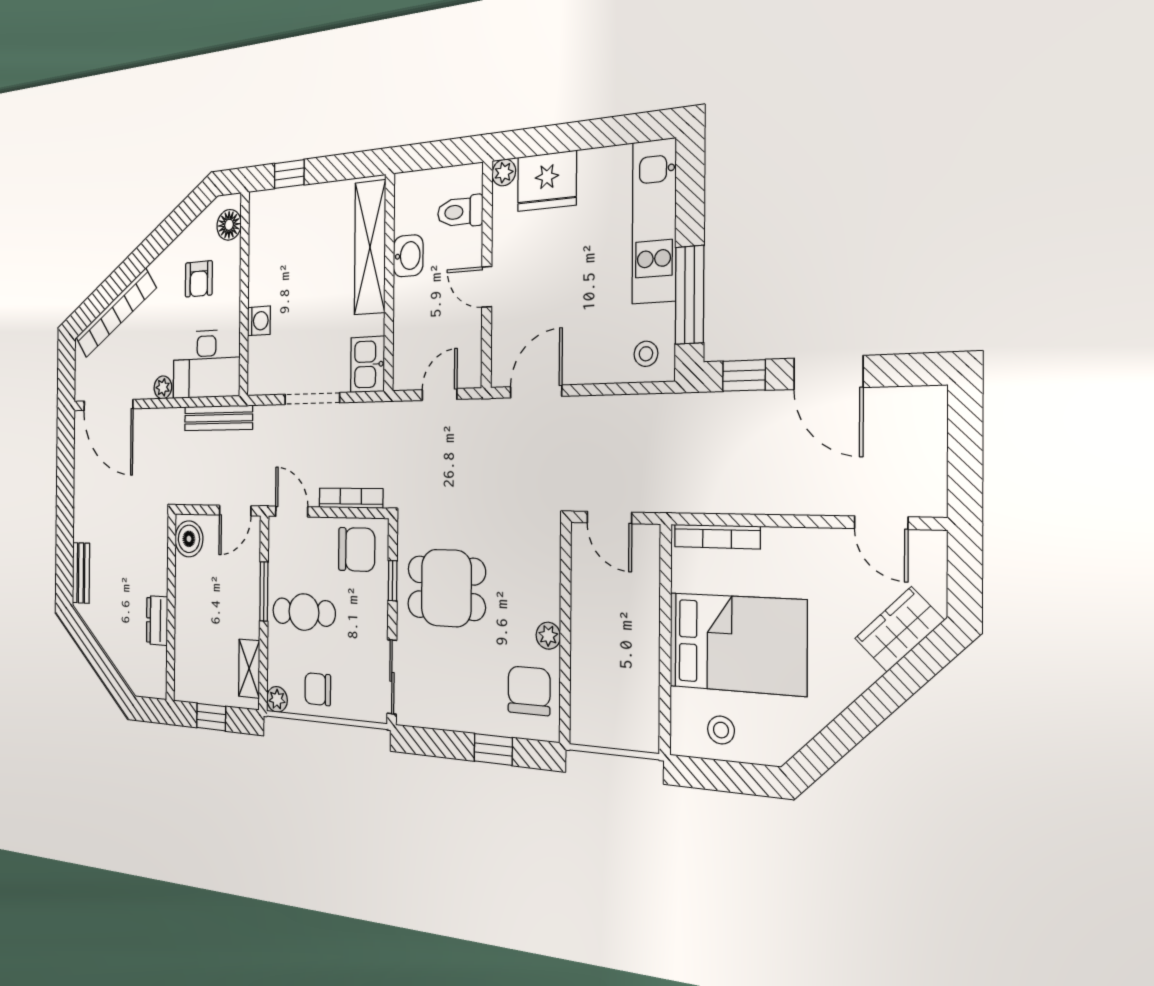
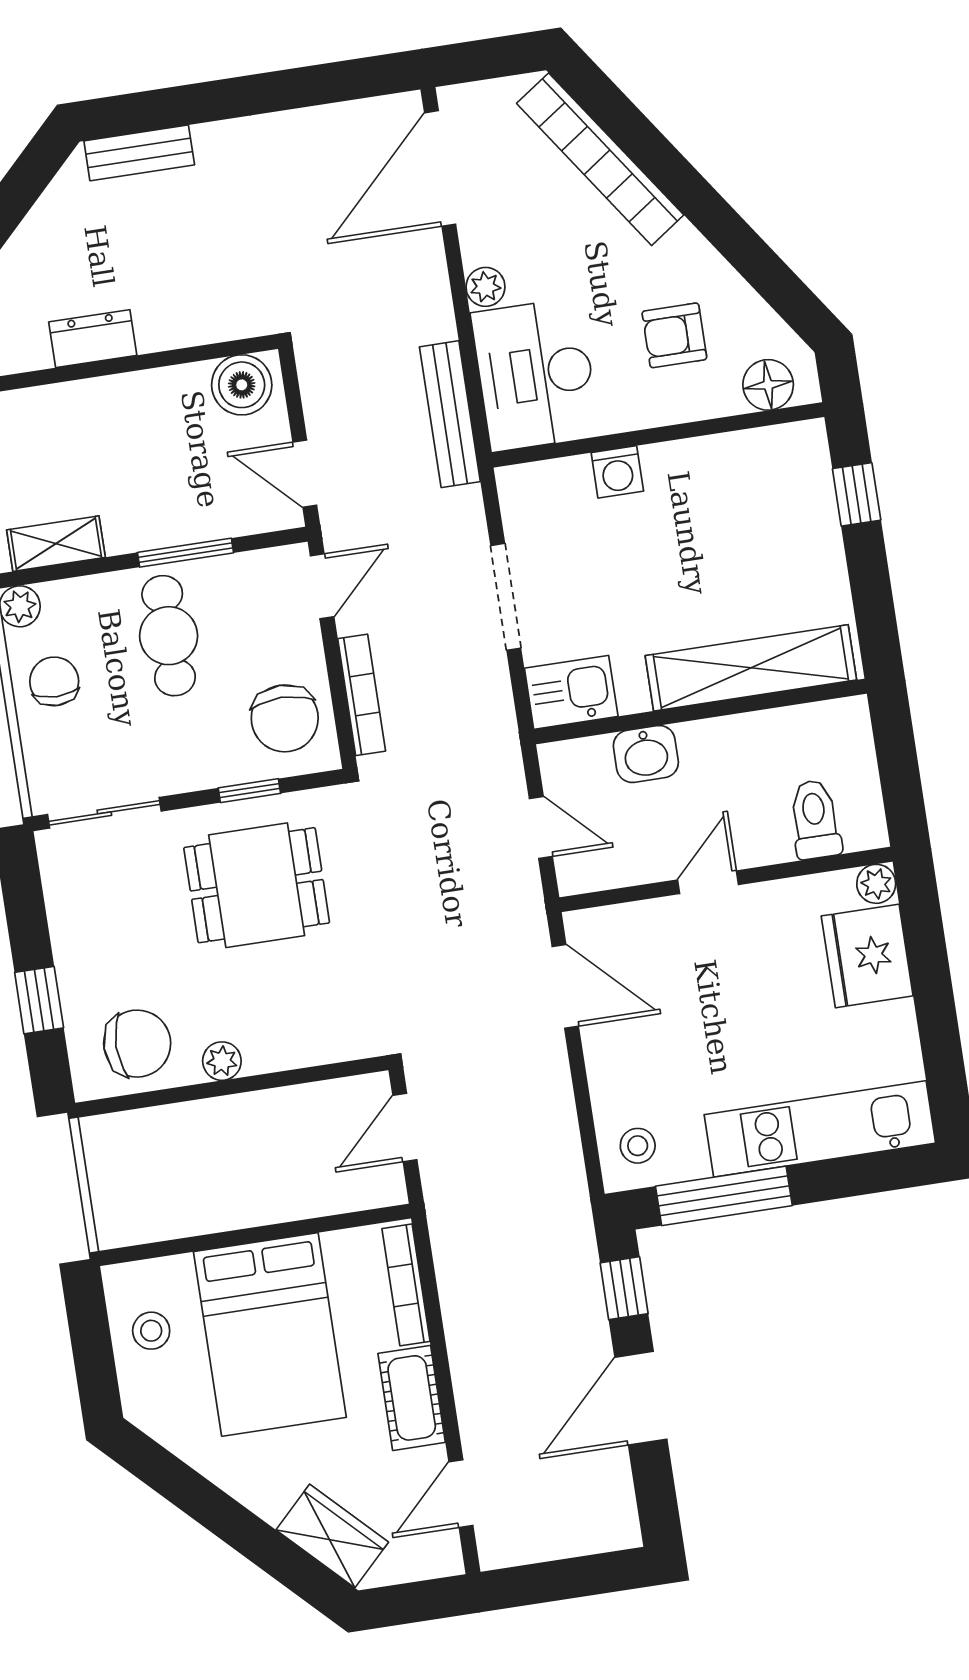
washbasin: (408, 256) -> (646, 754), moved
cot: (801, 547) -> (412, 1398), added
dining table: (446, 588) -> (257, 885), turned 90

